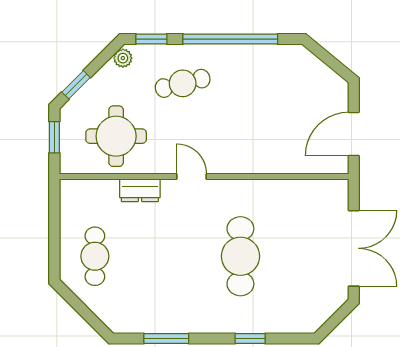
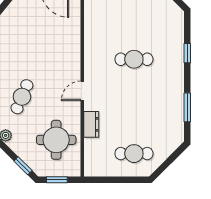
cafe table: (183, 83) -> (22, 97), turned 37
cafe table: (240, 256) -> (134, 59), width x0.73, depth x0.74

